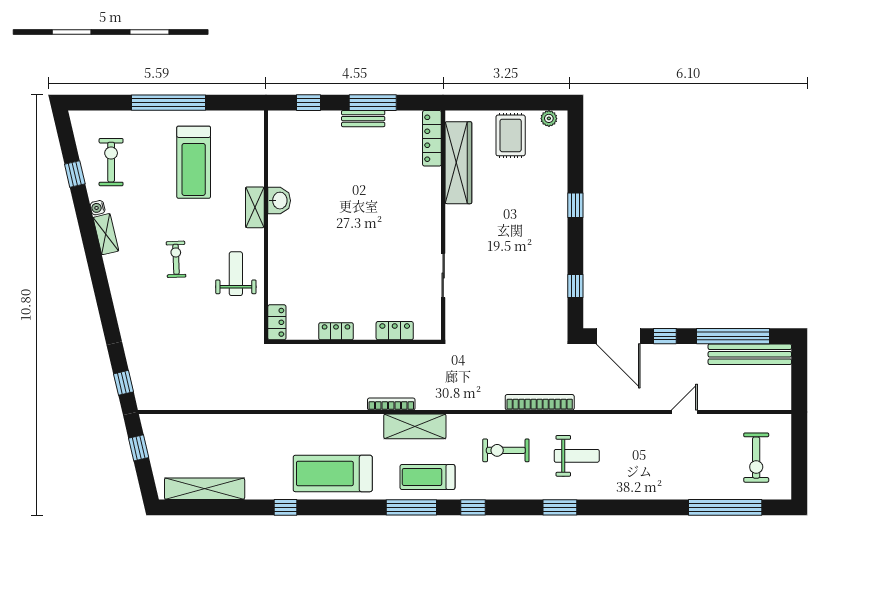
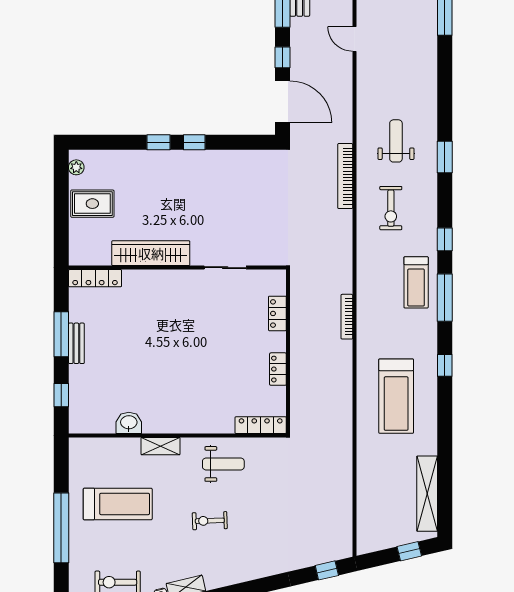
wardrobe: (458, 163) -> (151, 253), moved
washbasin: (279, 201) -> (129, 423), moved
weight bench: (236, 274) -> (223, 464), turned 180
window: (575, 286) -> (194, 142), moved
locker: (277, 322) -> (261, 425), width x1.53
door: (618, 336) -> (283, 102), hinge flipped
shelving: (415, 426) -> (368, 294), removed
window: (139, 448) -> (409, 551), moved
treadmill: (333, 473) -> (396, 396), moved
window: (286, 507) -> (445, 365), moved

